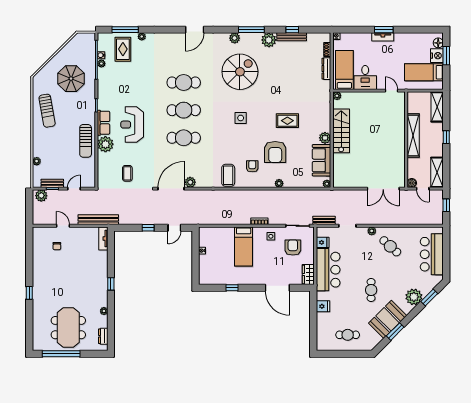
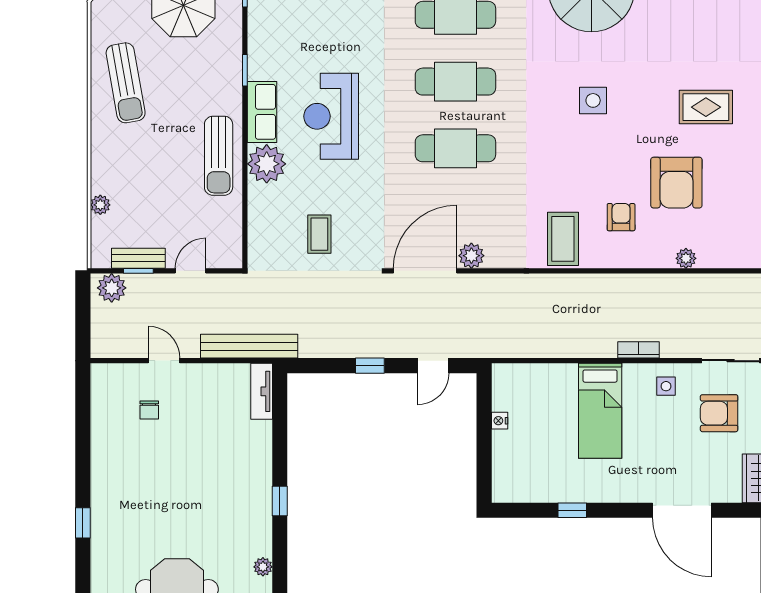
armchair: (293, 247) -> (719, 413), turned -90

